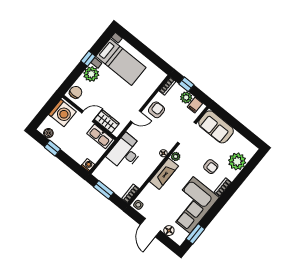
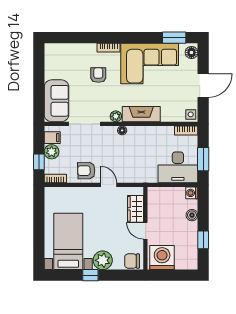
boiler: (48, 133) -> (192, 215), moved
kitchen sink: (100, 136) -> (155, 204), removed
desk: (125, 152) -> (178, 167), moved
plant: (237, 161) -> (73, 54), removed
floor lamp: (169, 231) -> (191, 52), moved

